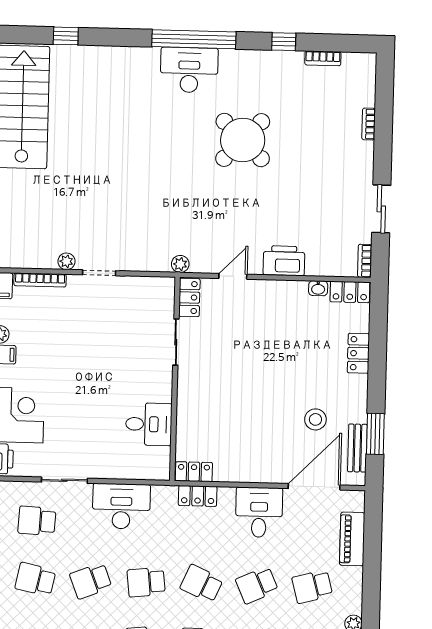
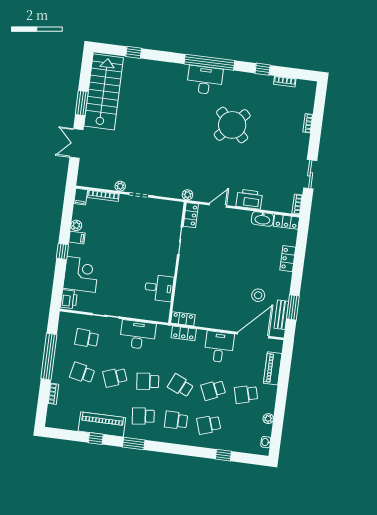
washbasin: (318, 288) -> (262, 219), width x1.91, depth x1.45

